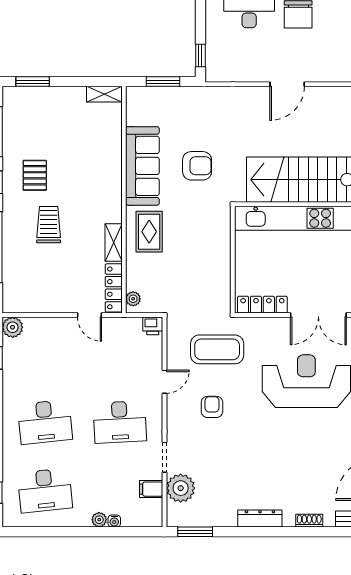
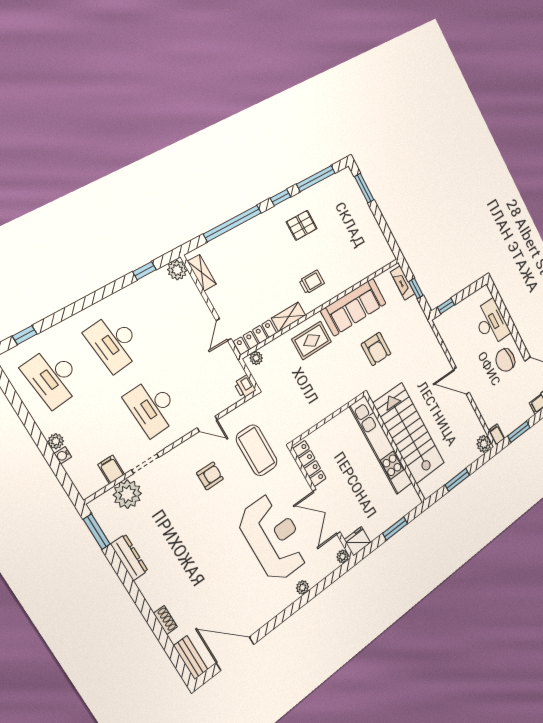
window: (163, 82) -> (416, 288), width x0.67
shelving: (104, 94) -> (202, 273), moved
fireplace: (149, 94) -> (403, 283), added
trolley: (49, 225) -> (312, 282), moved, width x0.73, depth x0.72
dresser: (260, 519) -> (129, 557), moved

